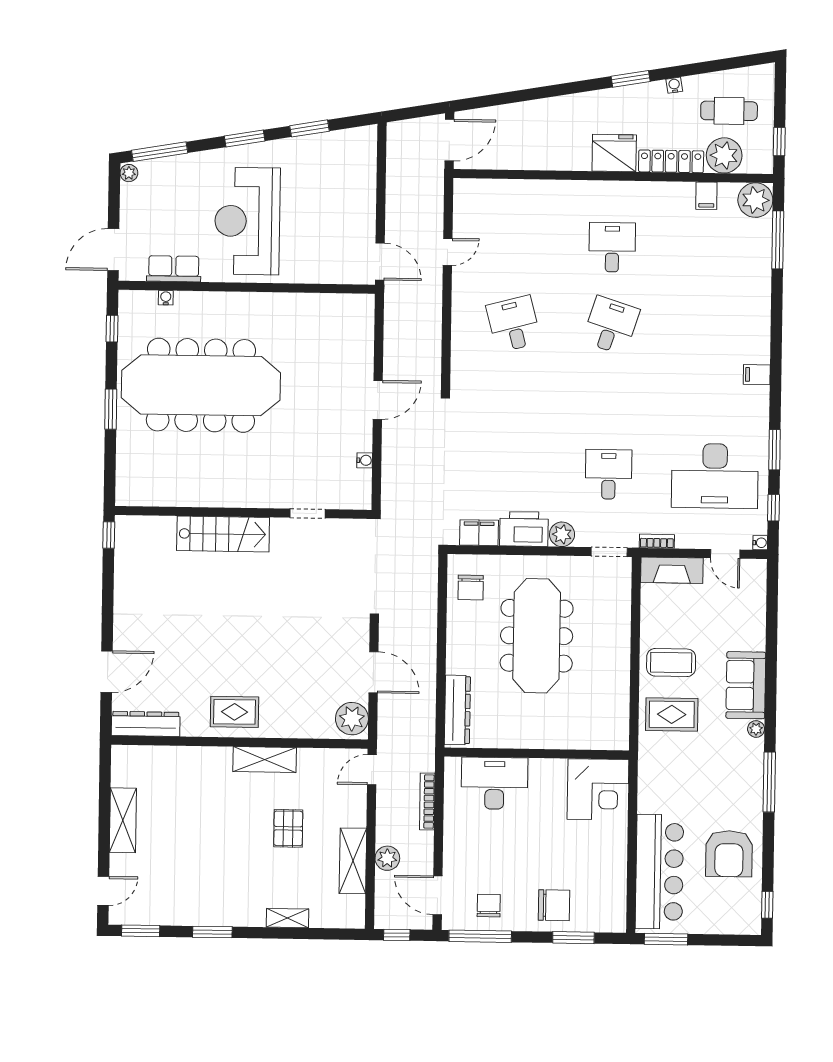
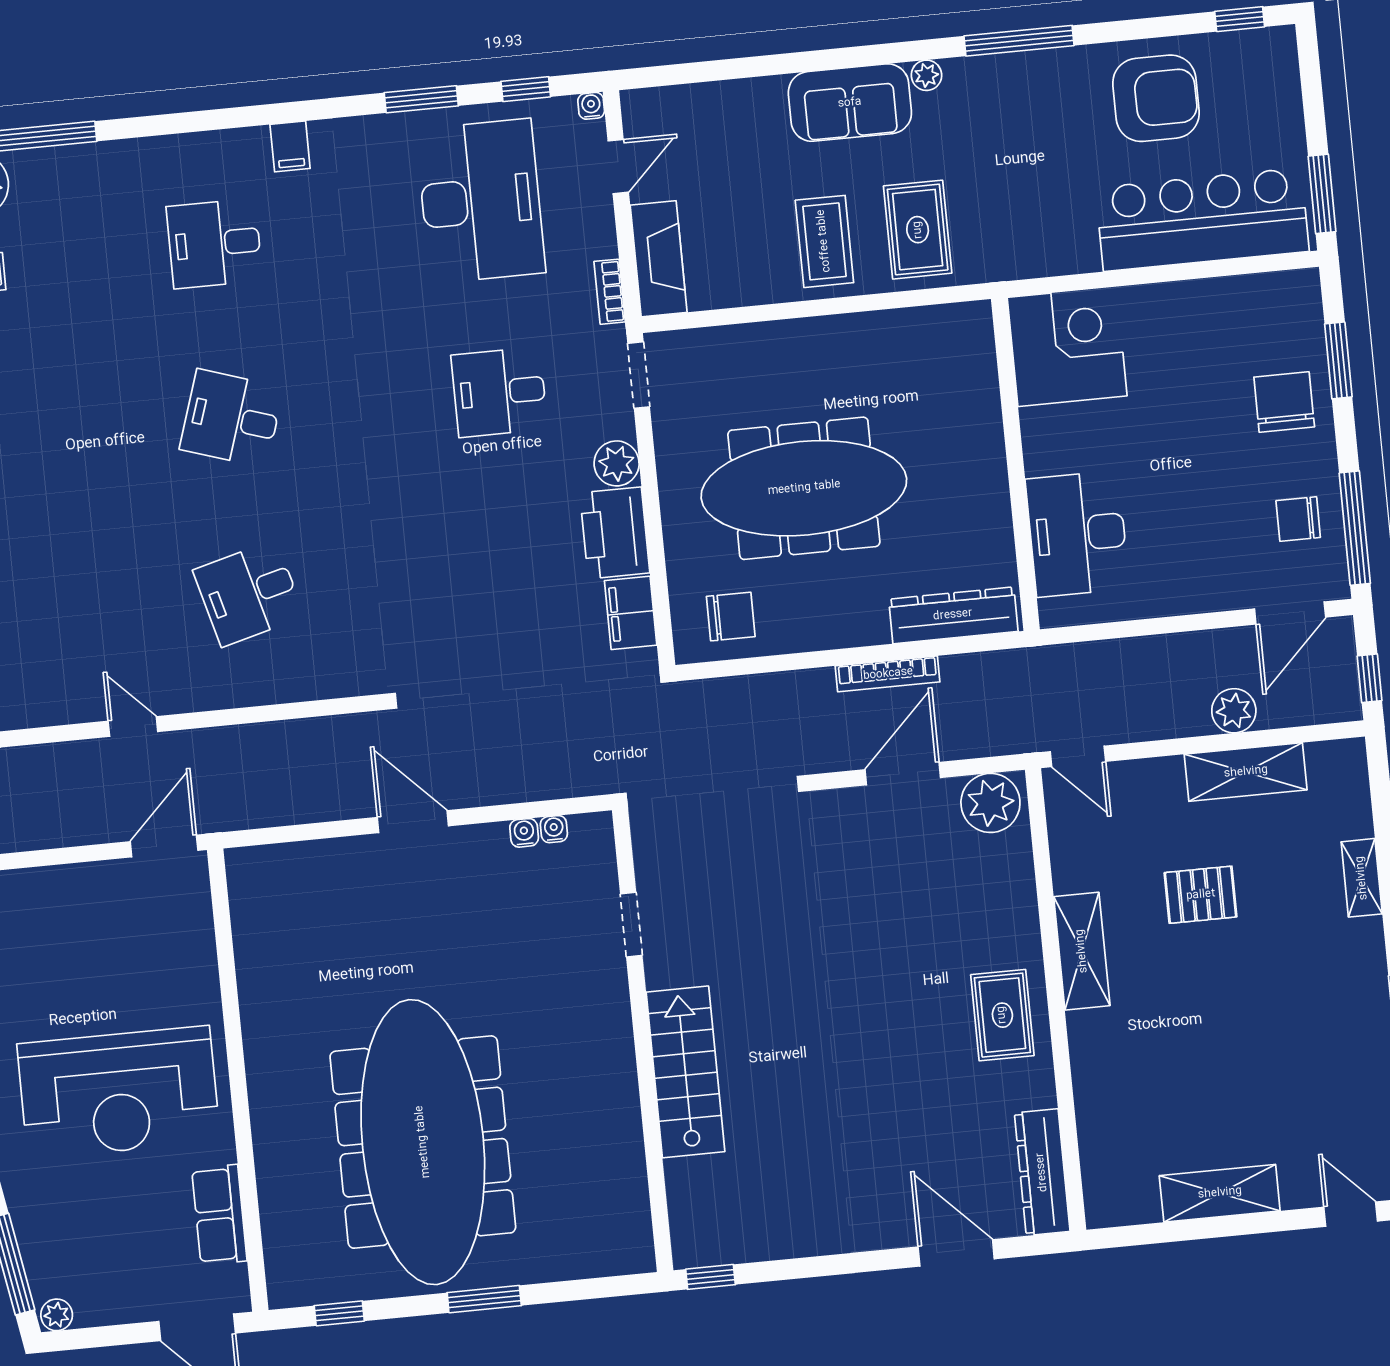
desk: (612, 247) -> (214, 244), moved
water cooler: (166, 298) -> (554, 829), moved, turned 90
bookcase: (427, 801) -> (888, 674), moved

